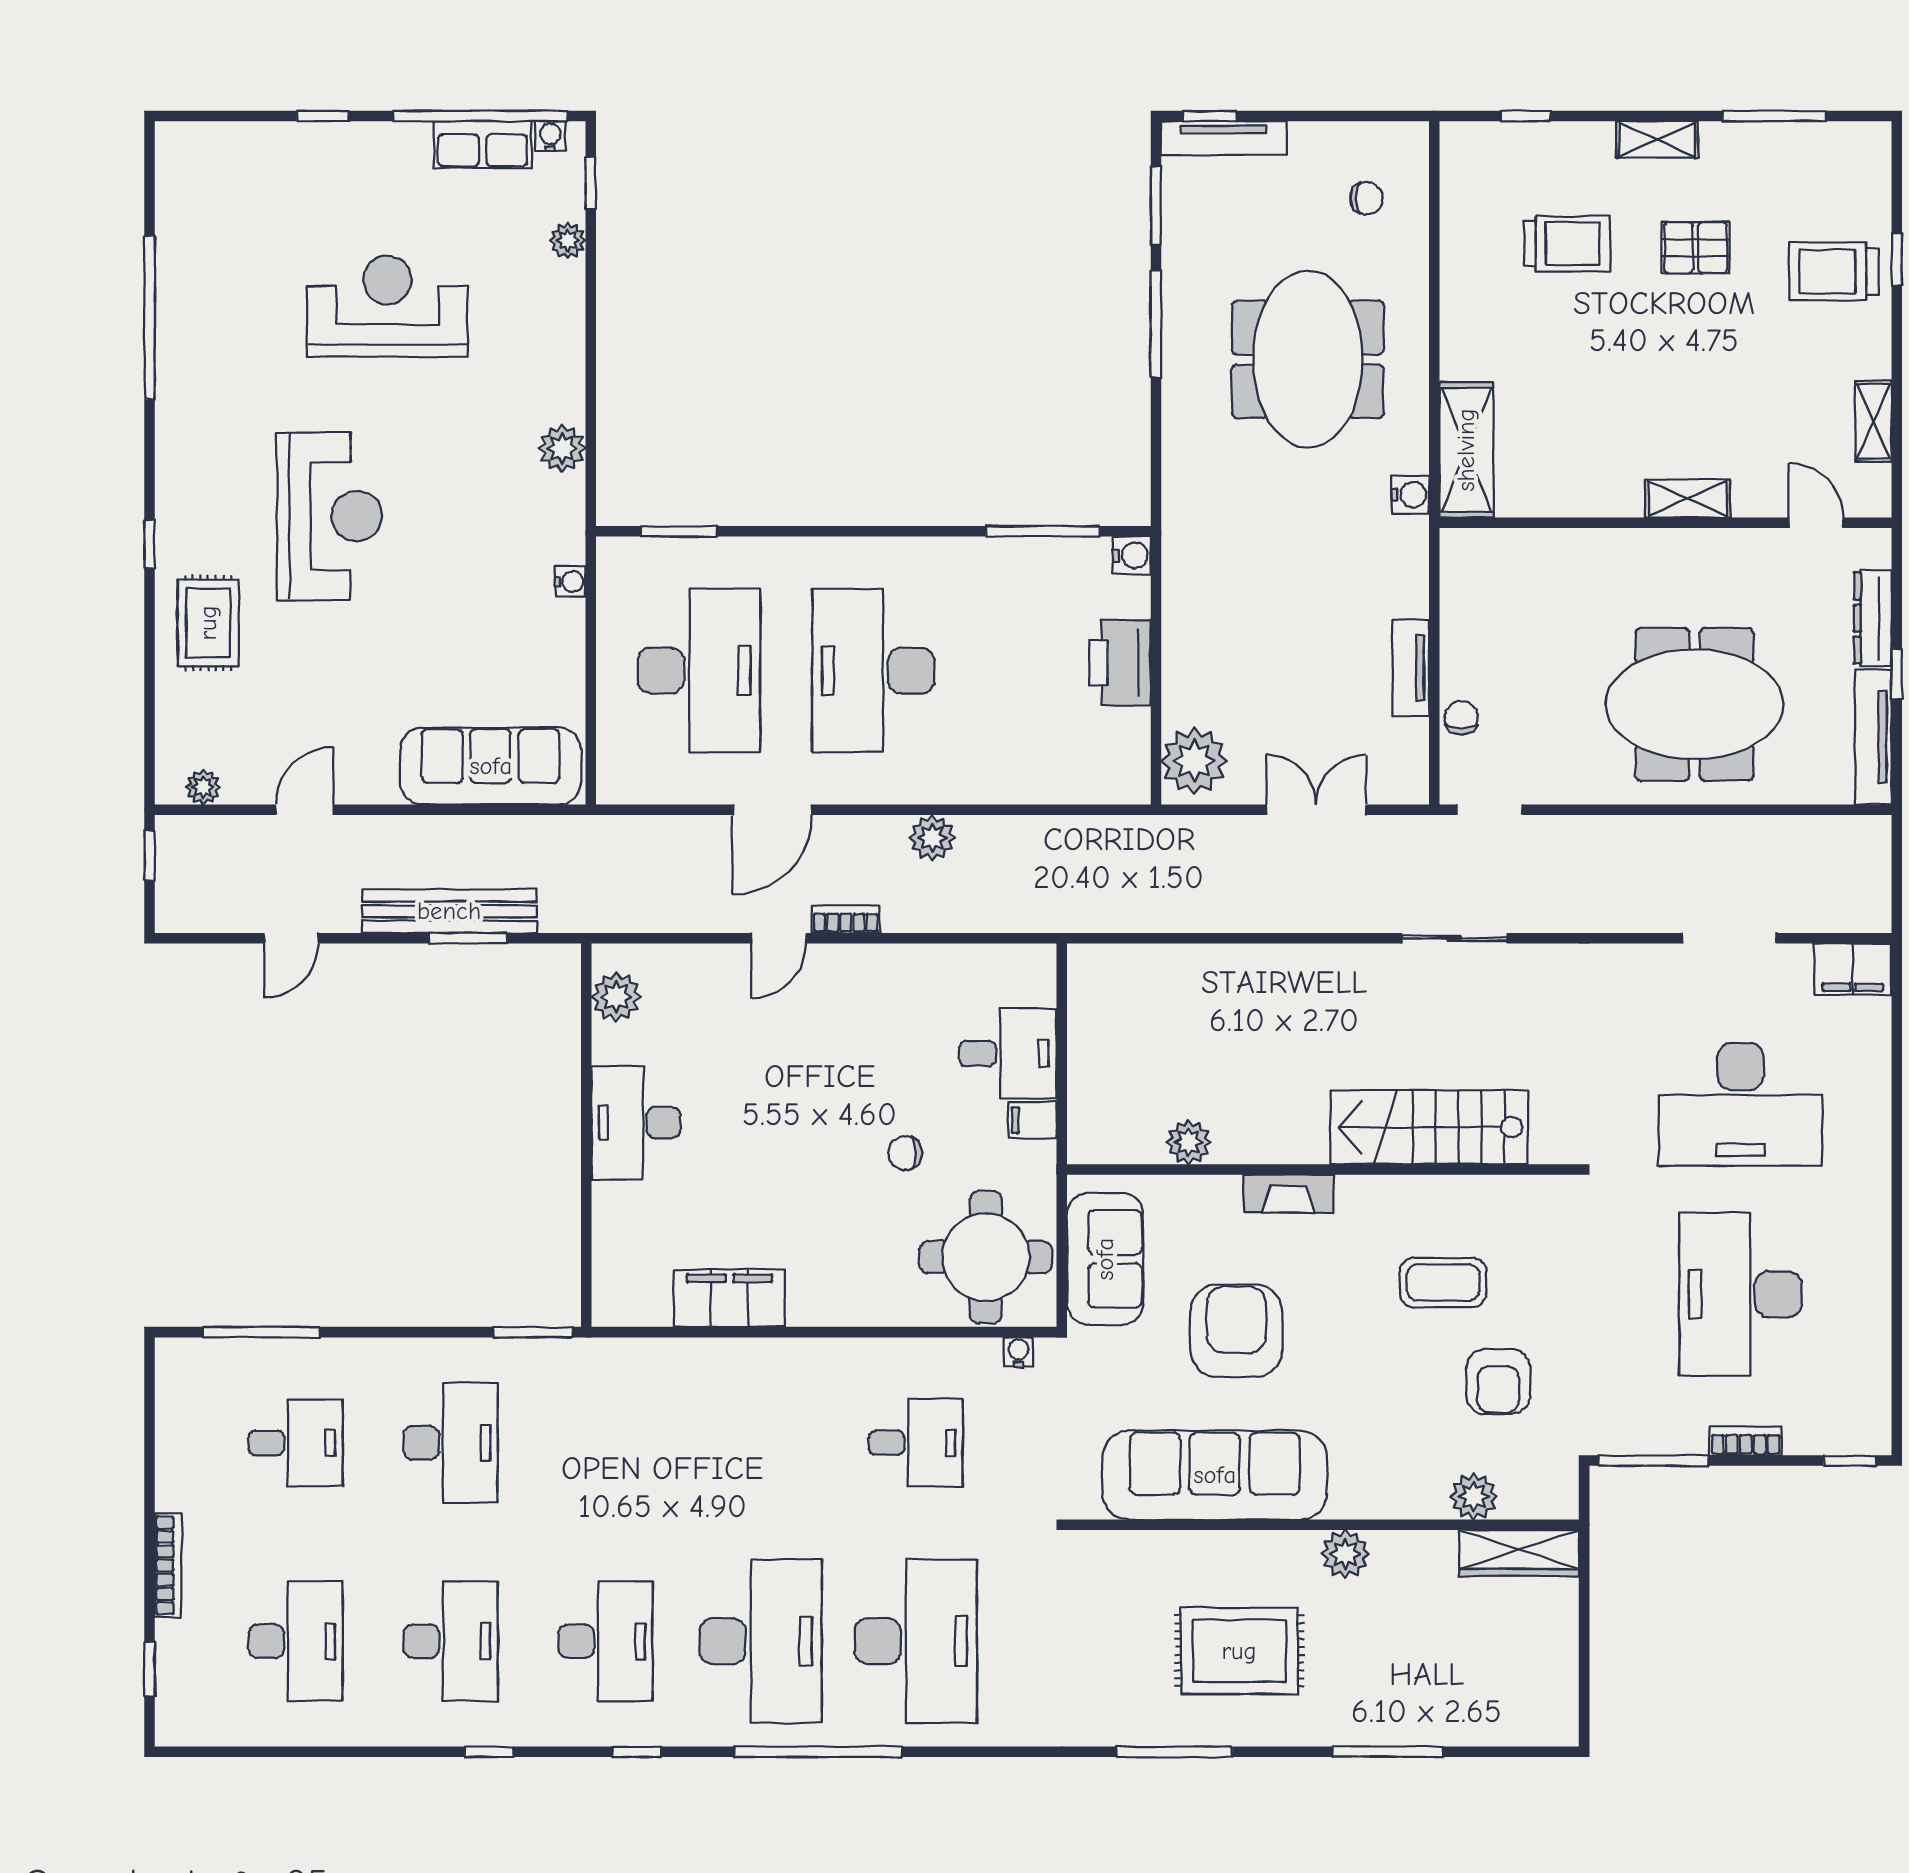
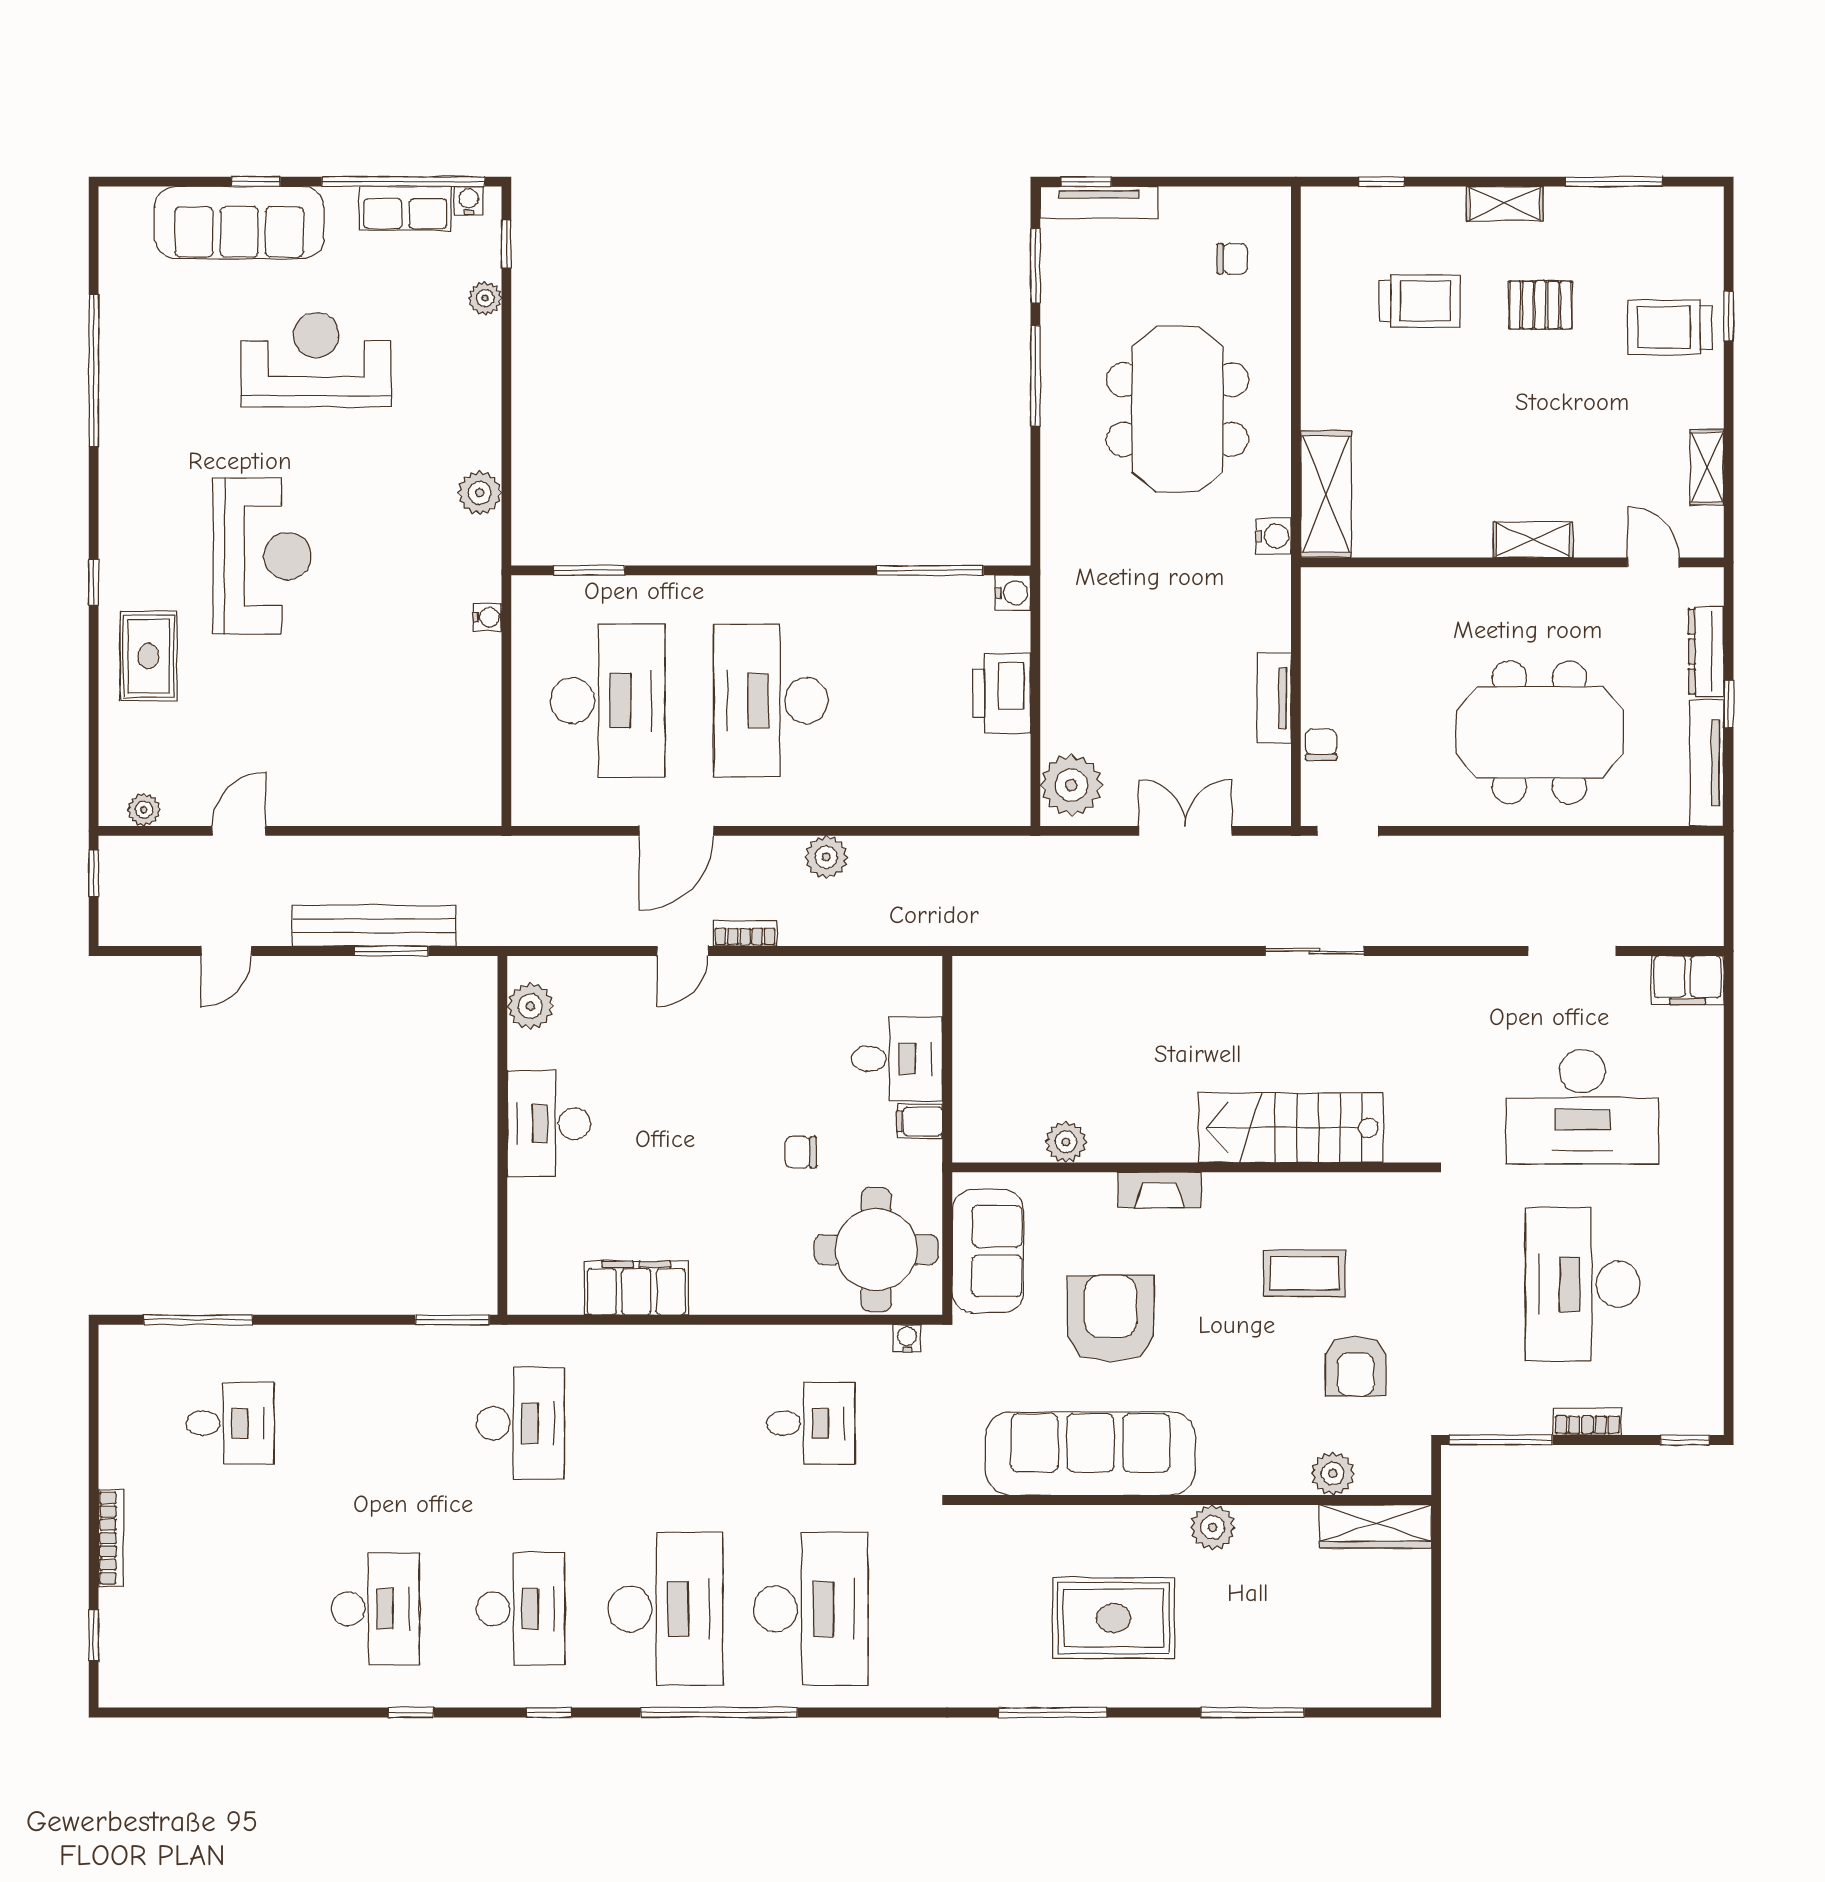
sofa: (491, 766) -> (239, 222), moved, turned 180
desk: (451, 1443) -> (520, 1423), moved
desk: (296, 1641) -> (230, 1609), removed

